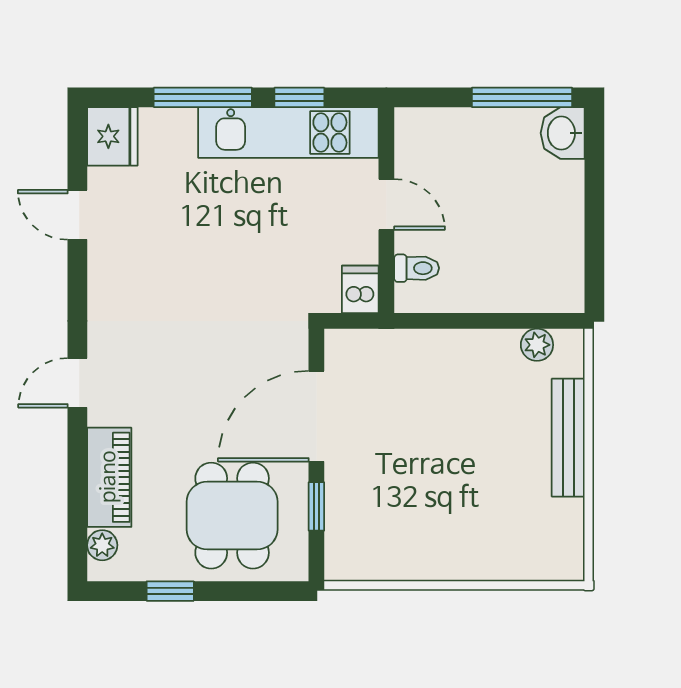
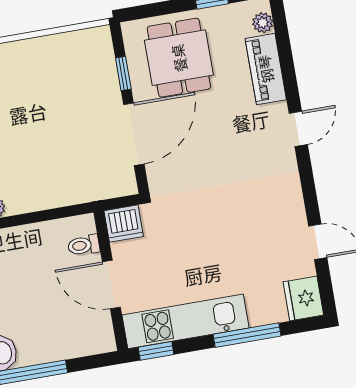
window: (299, 97) -> (156, 351), moved
door: (386, 204) -> (111, 284), width x1.38
dishwasher: (360, 289) -> (124, 224), width x1.38

